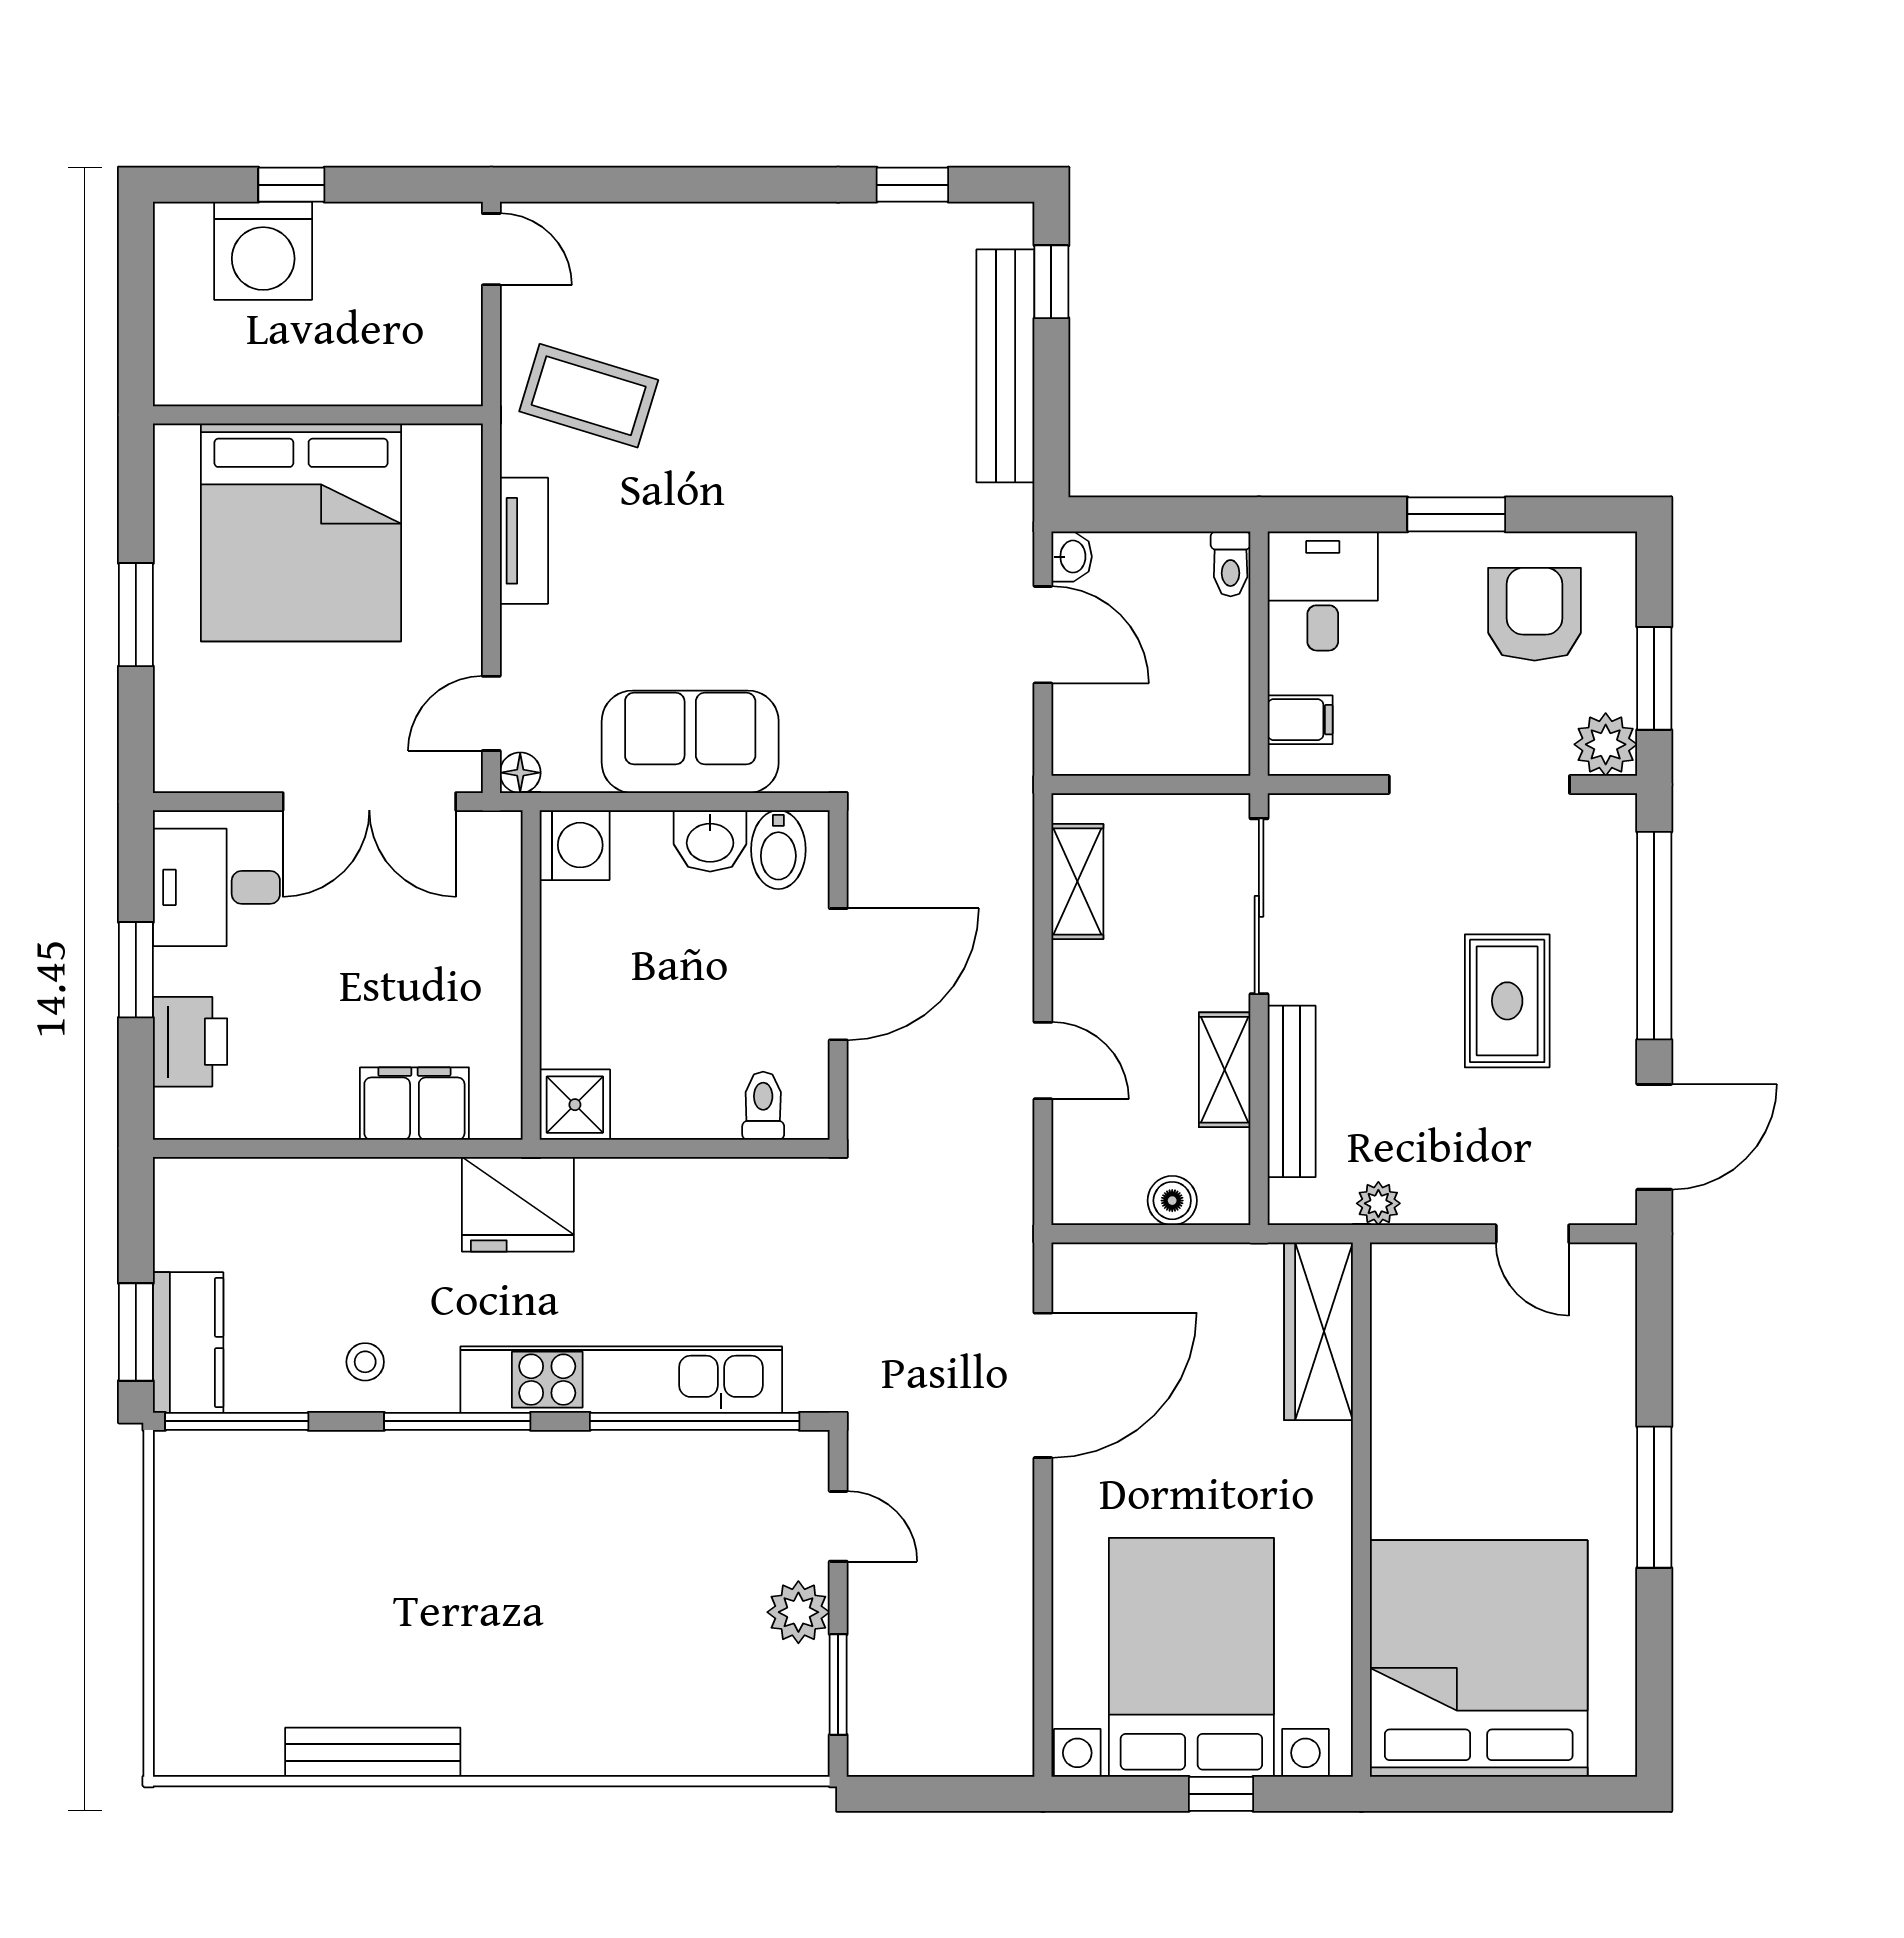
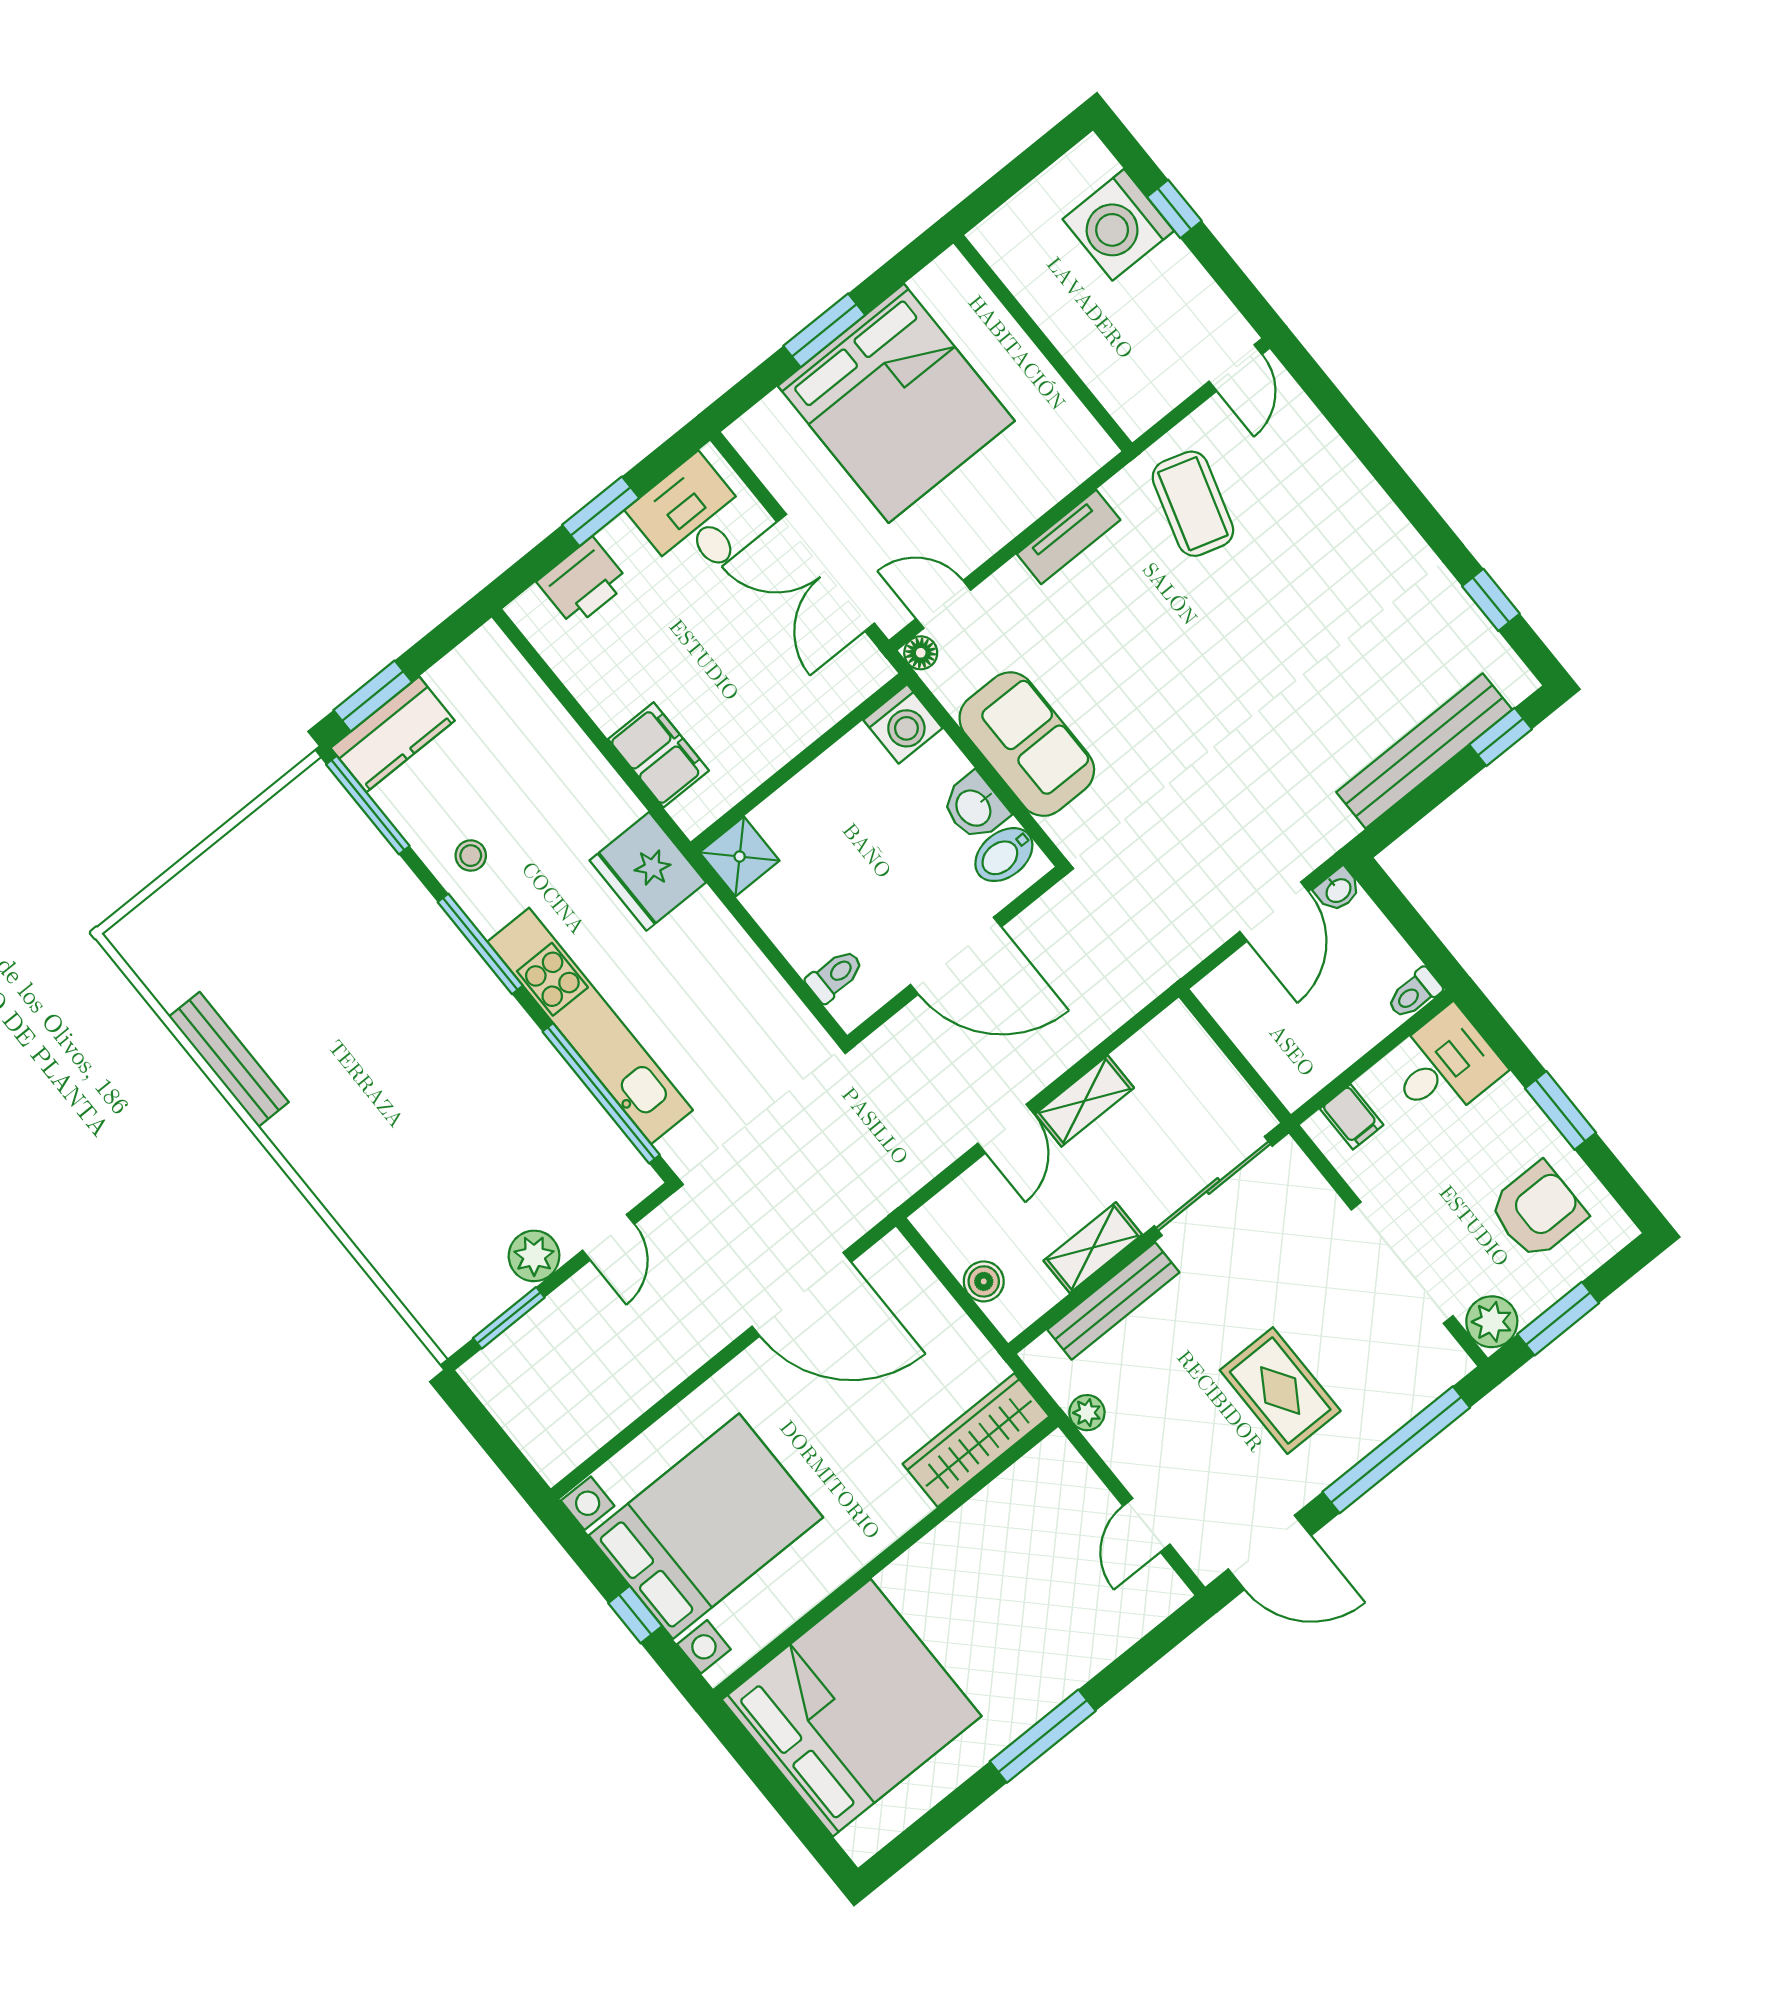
bed: (301, 532) -> (896, 403), moved, turned -90
shelving: (1077, 882) -> (1085, 1101), moved
rug: (1507, 1001) -> (1280, 1391), turned 90

